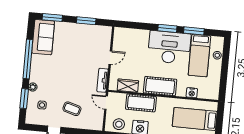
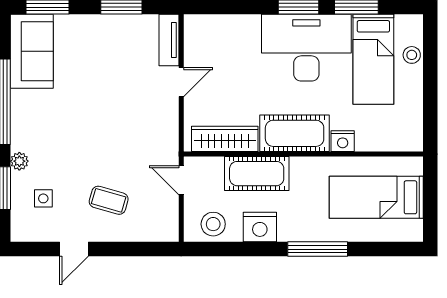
tv unit: (103, 80) -> (169, 40), moved
wardrobe: (128, 86) -> (225, 139), width x1.50
nightstand: (192, 93) -> (343, 141), moved

